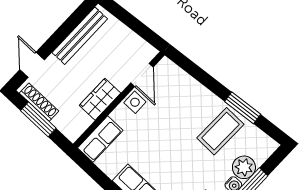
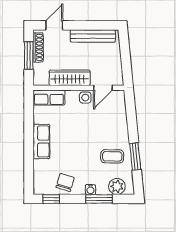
wardrobe: (100, 99) -> (70, 78), width x1.50
coffee table: (220, 131) -> (112, 156), width x0.73, depth x0.77
plant: (244, 167) -> (117, 186), moved

